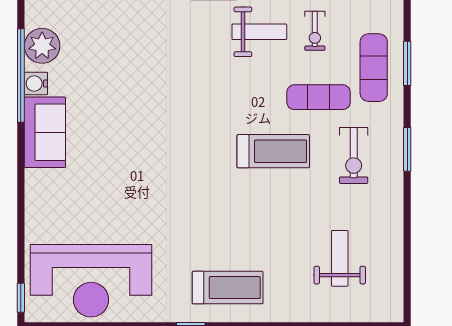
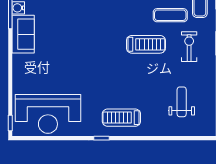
exercise bike: (354, 155) -> (189, 47), turned 180
treadmill: (228, 288) -> (121, 118), turned 180

